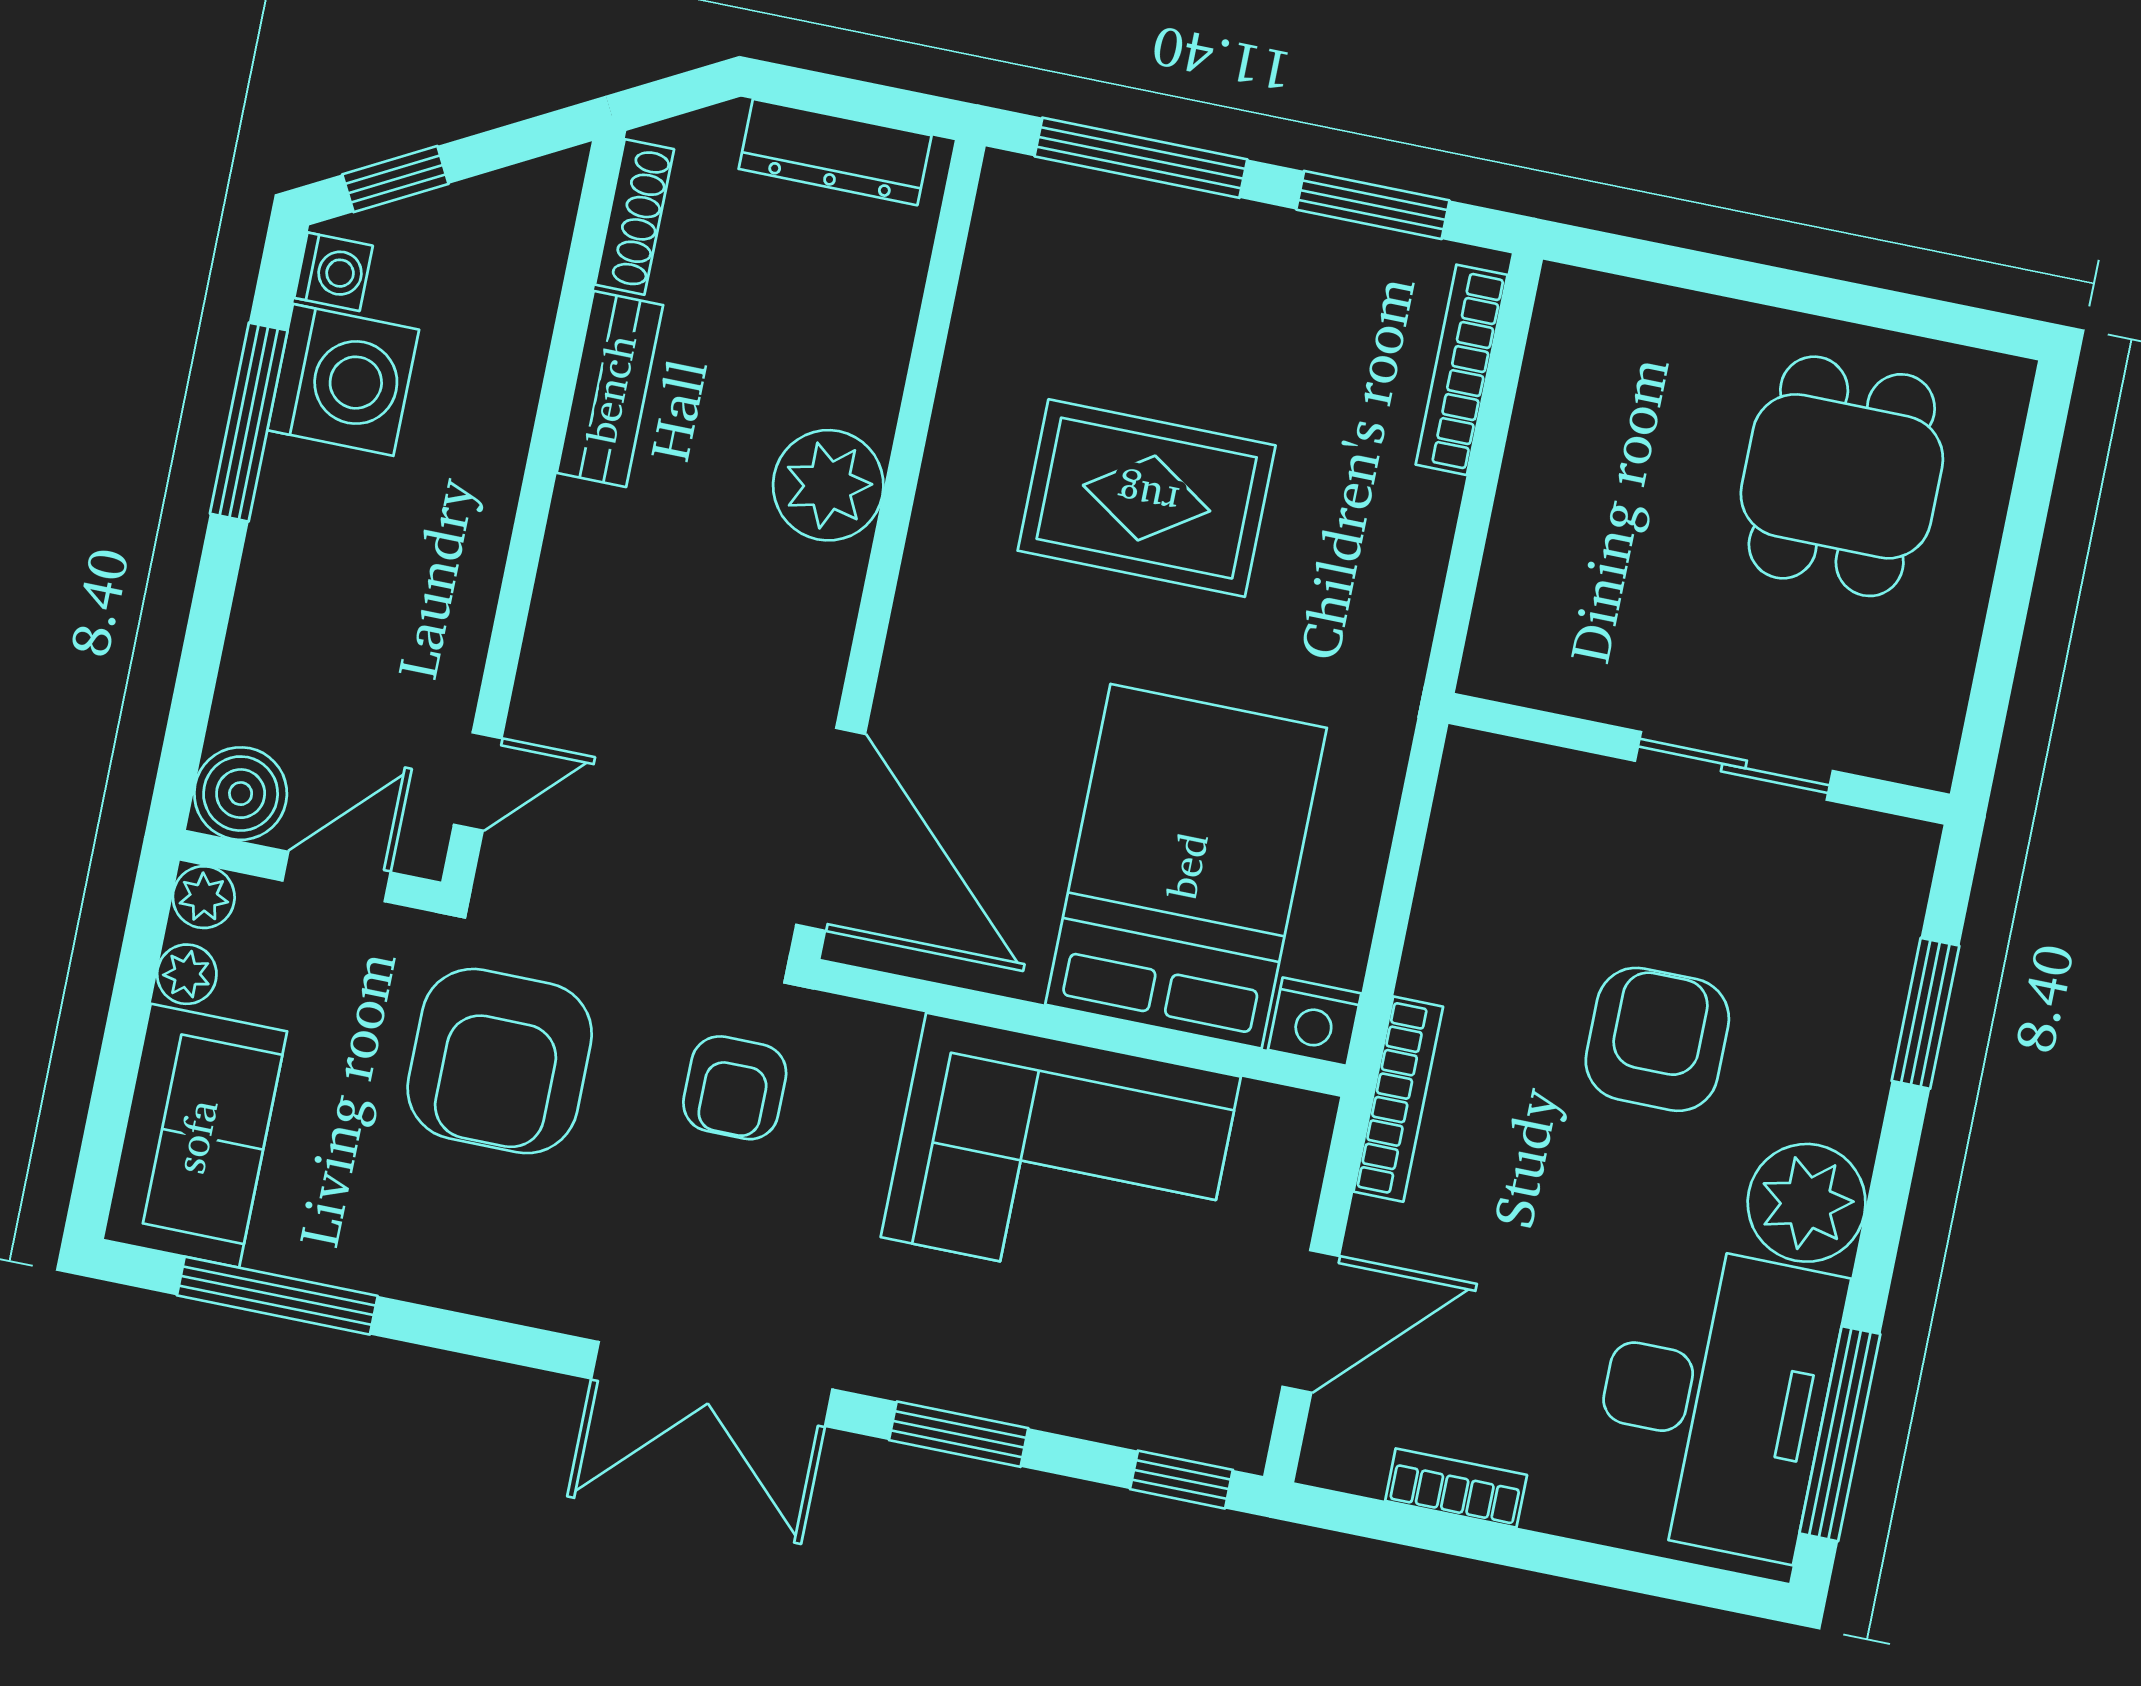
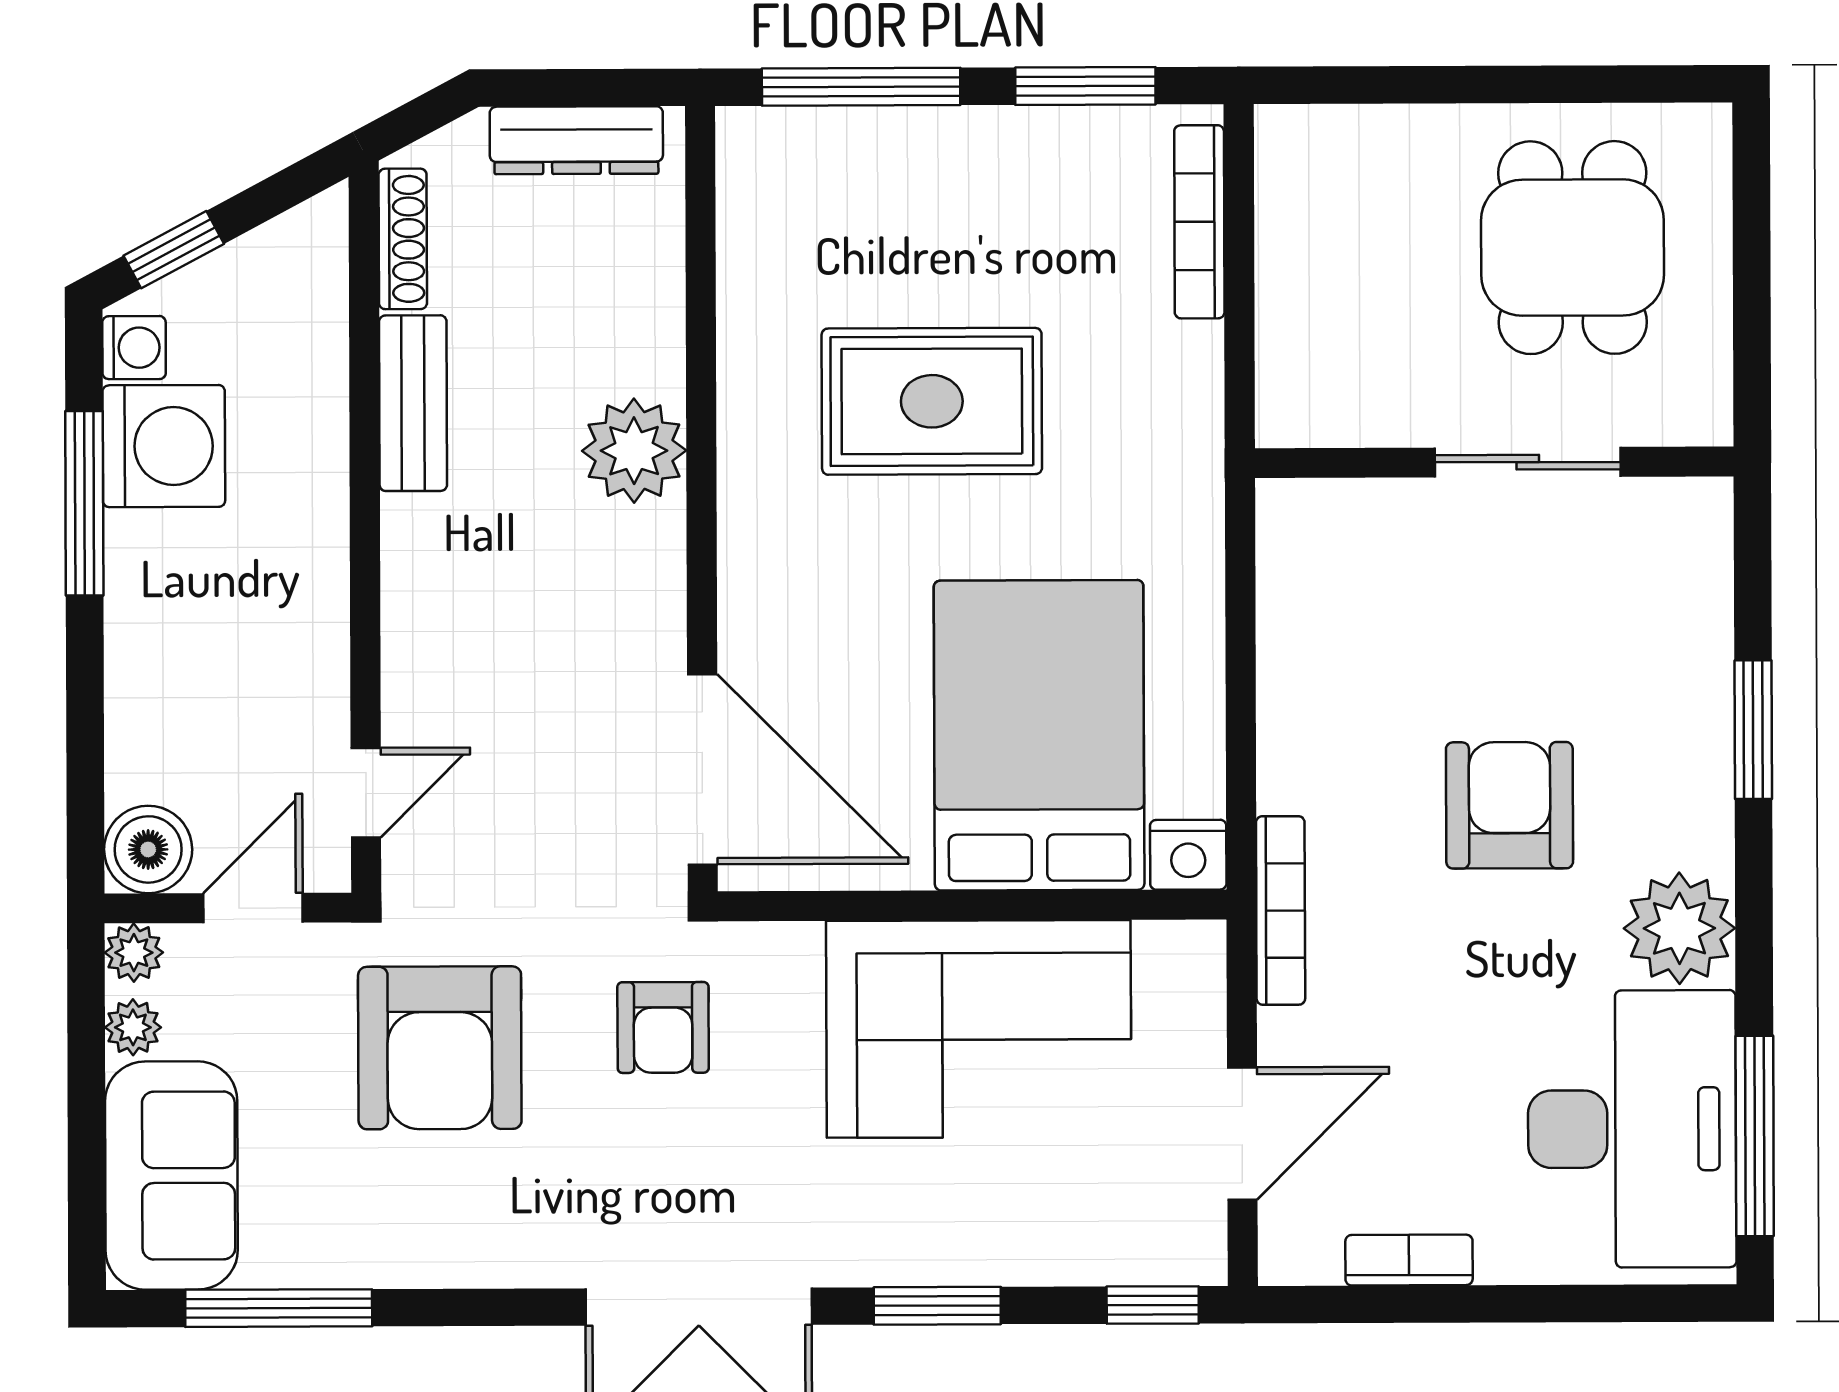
wall: (1699, 759) -> (1494, 462), moved
sliding door: (1734, 766) -> (1528, 462), moved

